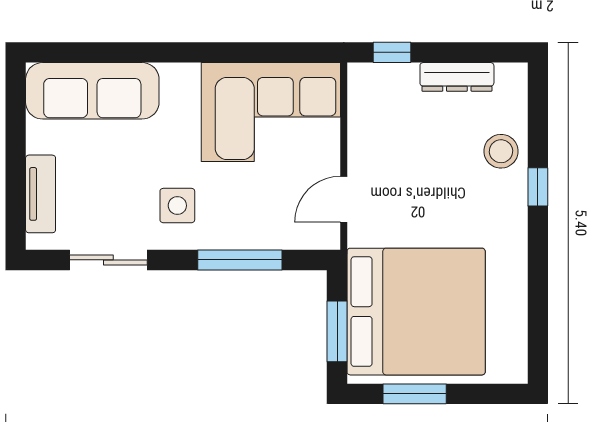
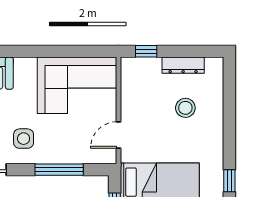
stool: (501, 151) -> (185, 108), moved
window: (538, 187) -> (229, 181), moved

